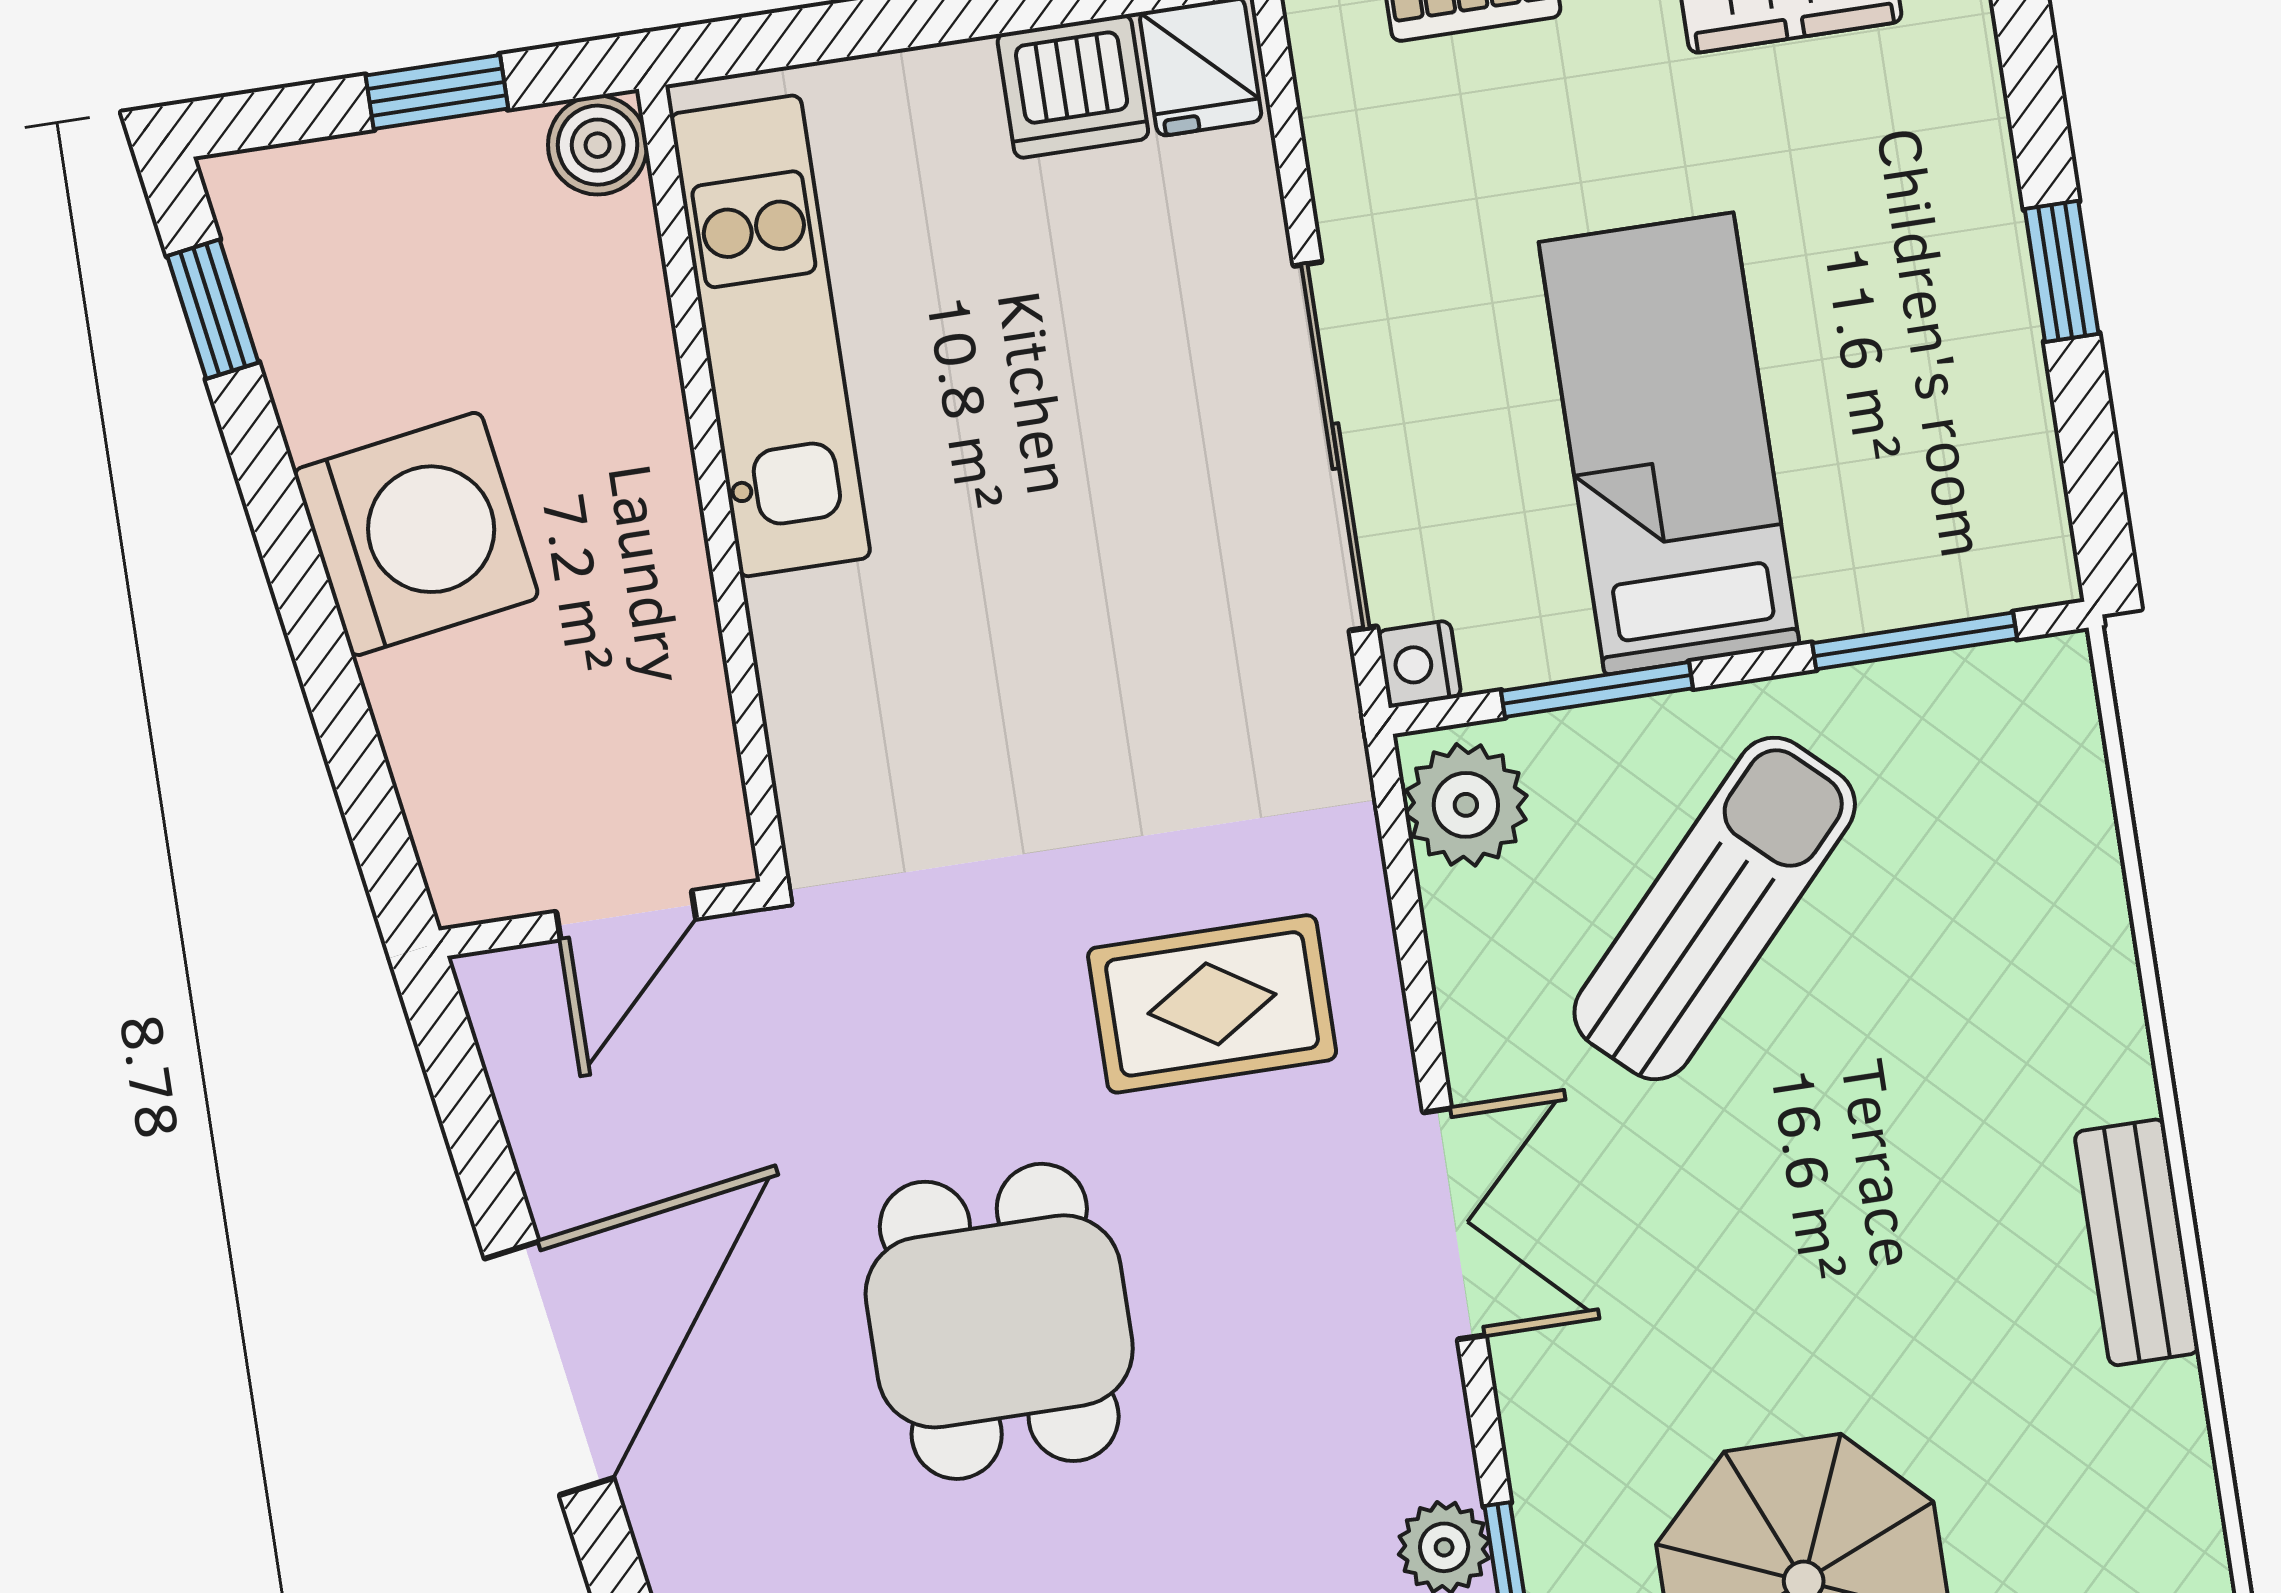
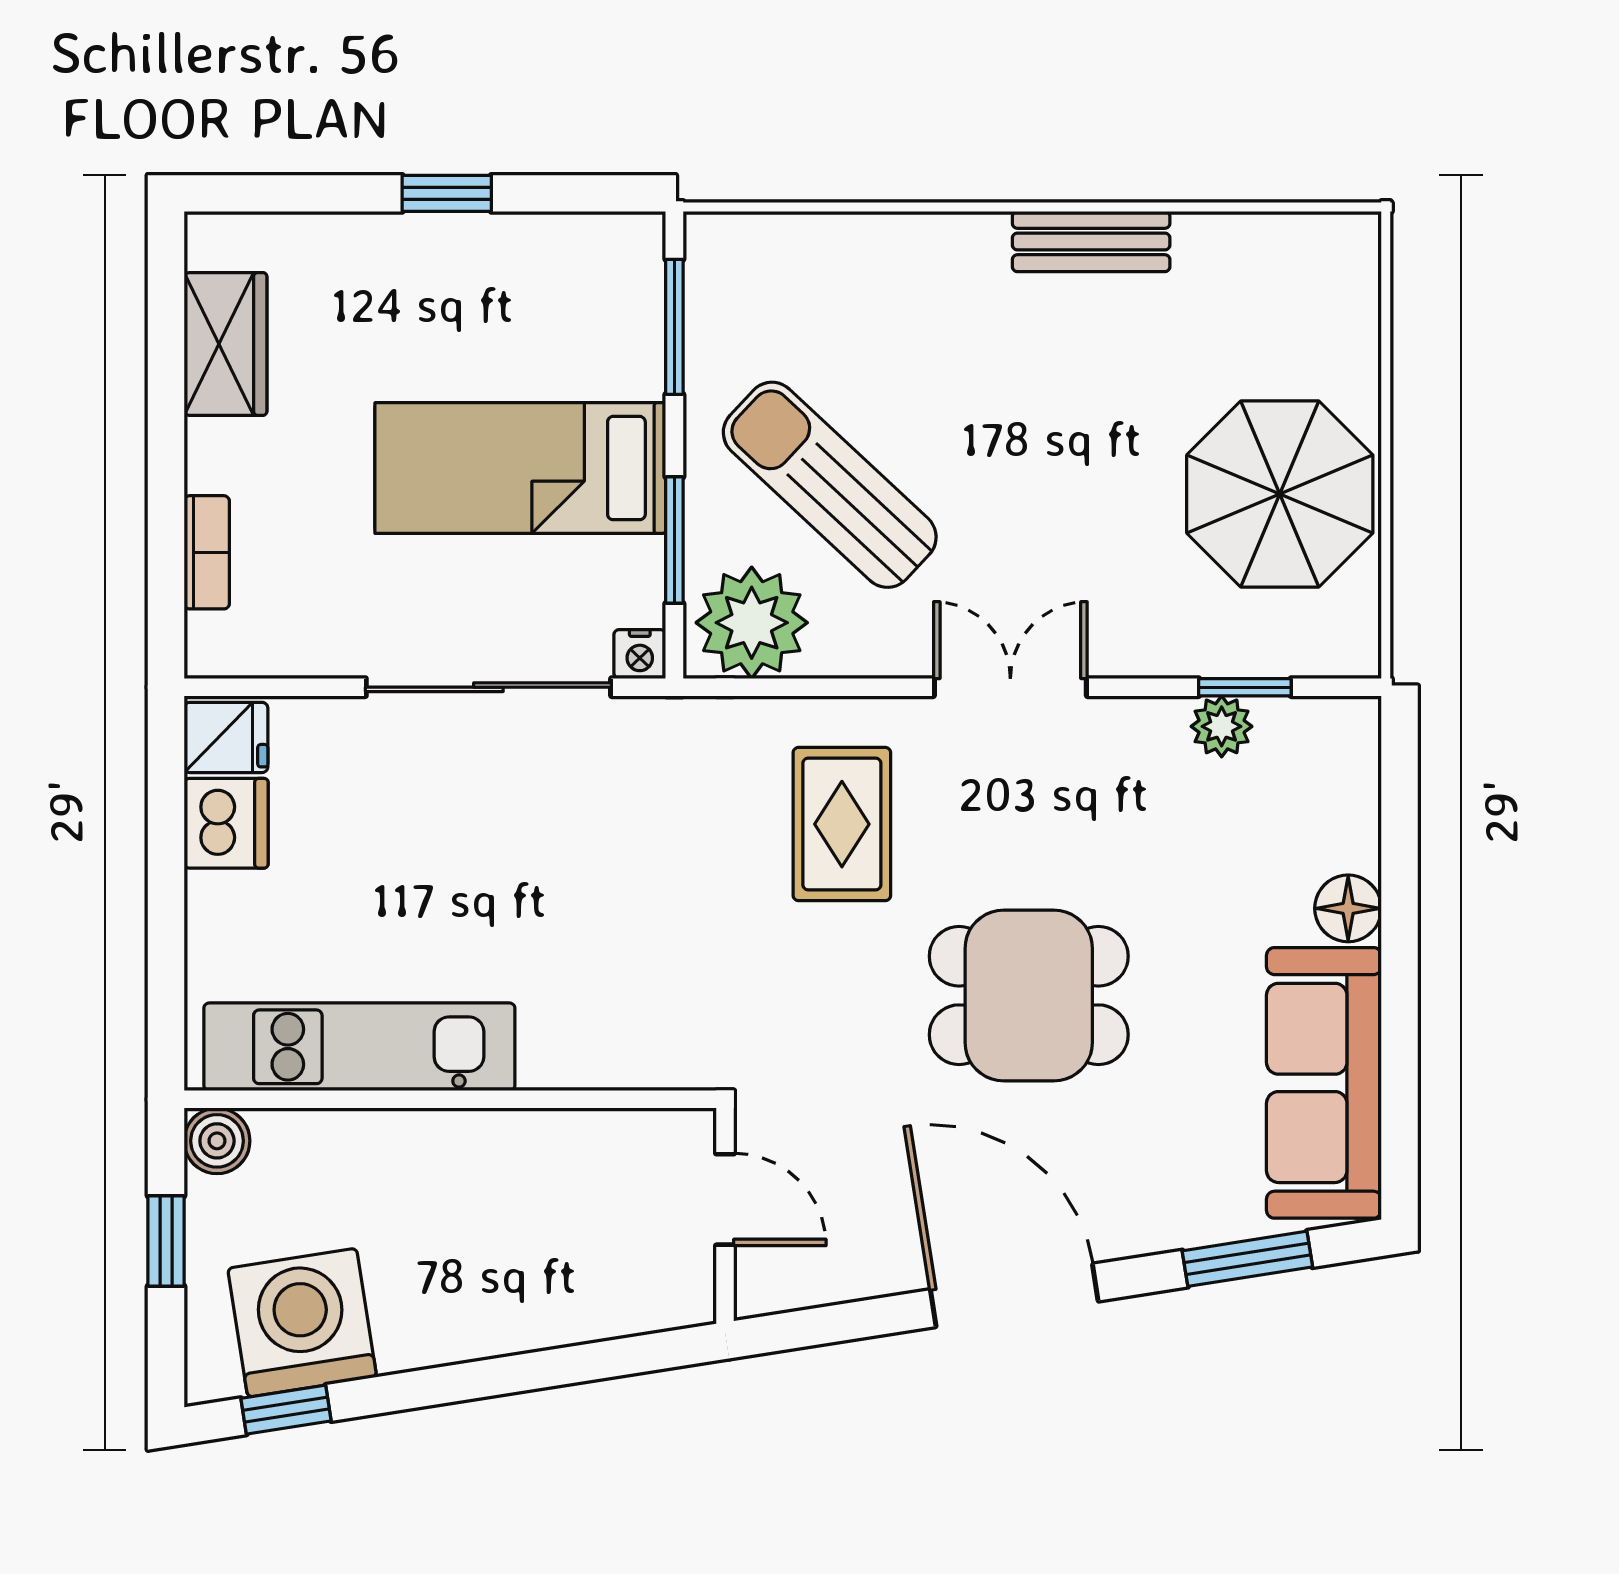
washing machine: (416, 534) -> (302, 1323), moved
plant: (1466, 805) -> (752, 623), width x1.36, depth x1.36

